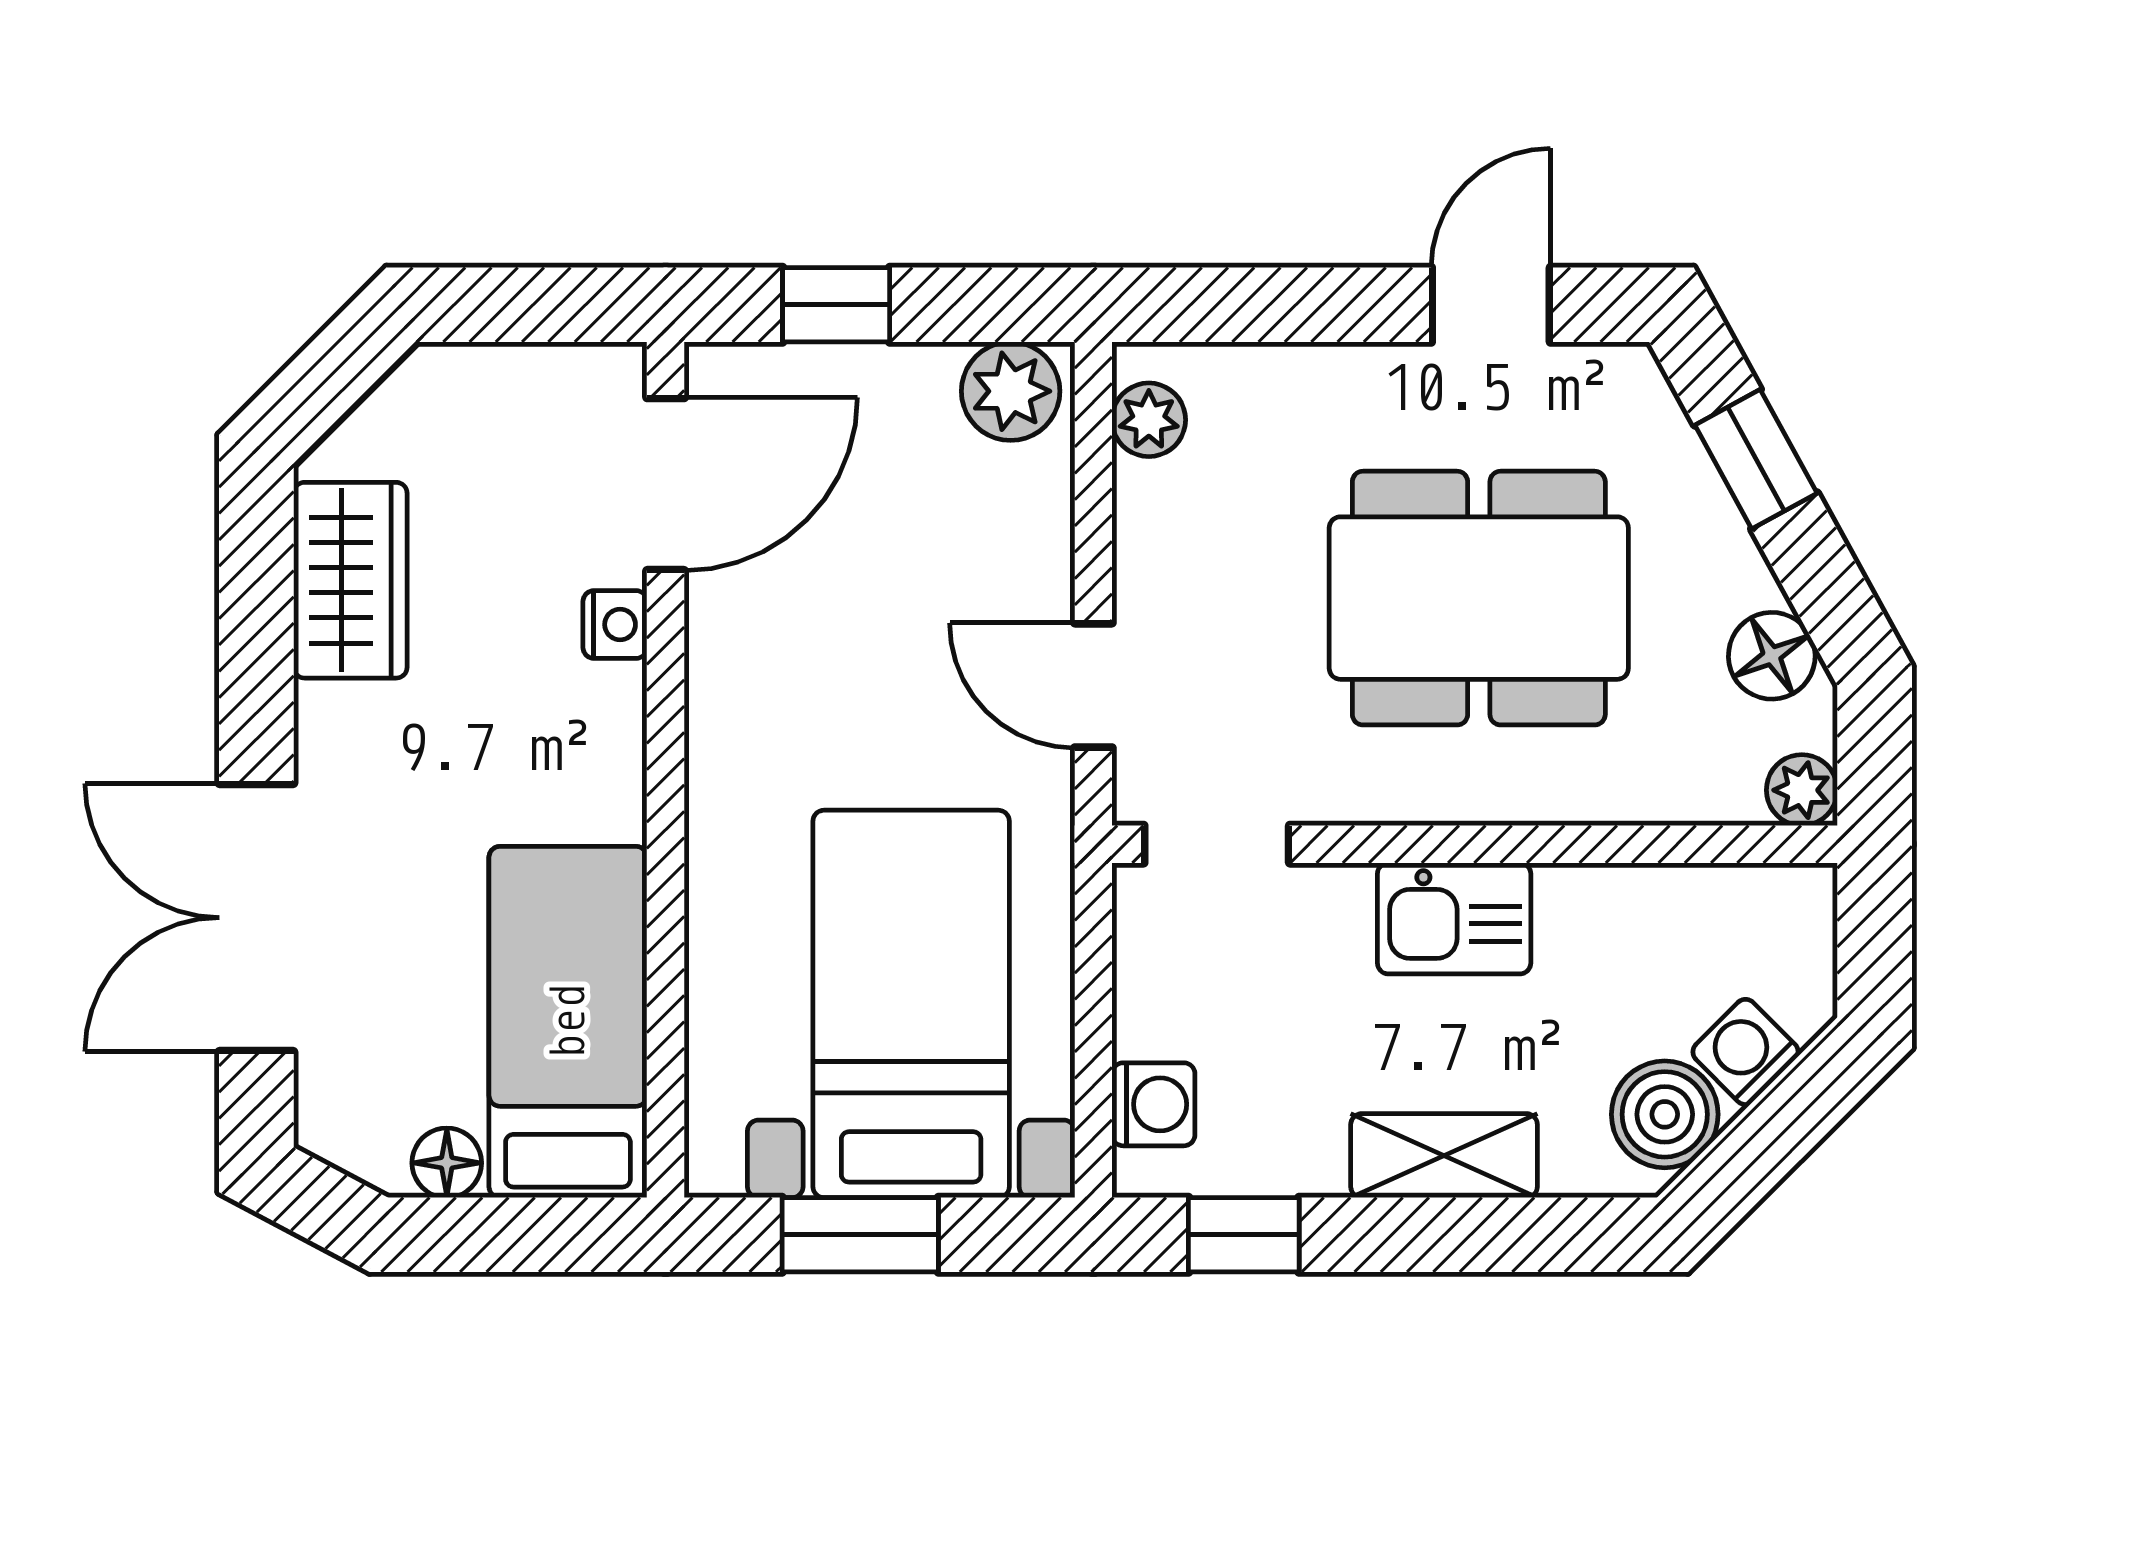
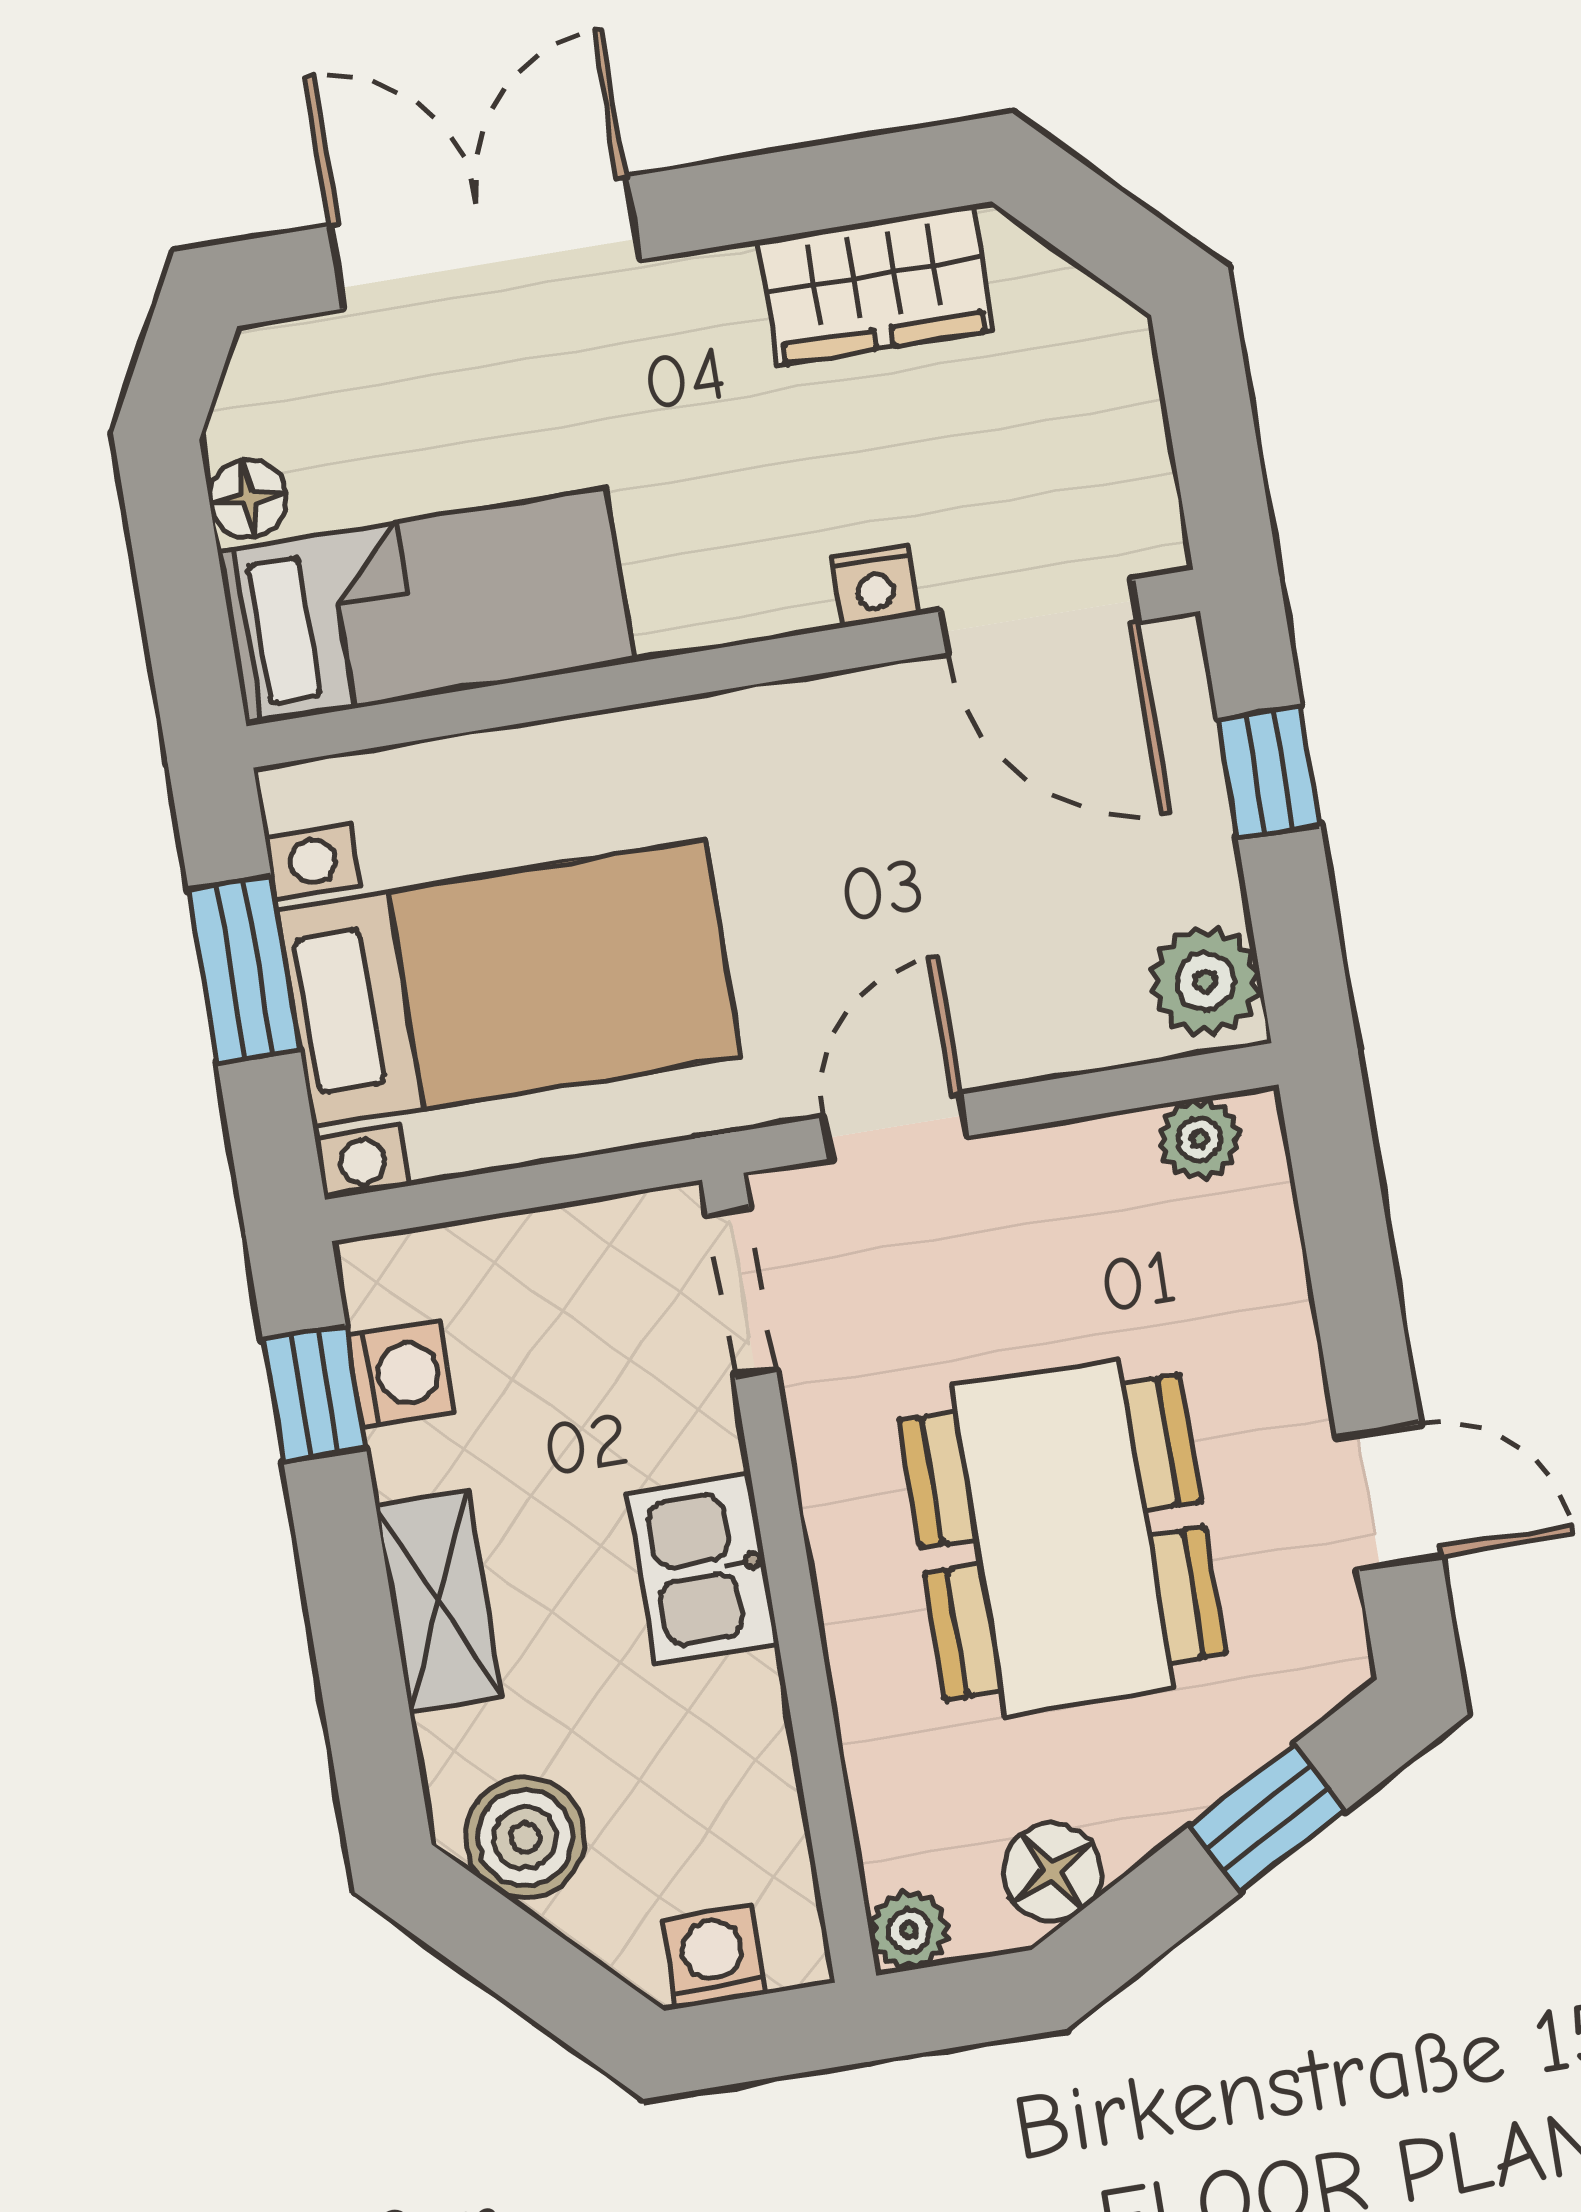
washing machine: (1746, 1052) -> (713, 1957), moved, turned -45
washing machine: (1153, 1104) -> (401, 1374), moved, turned -90

